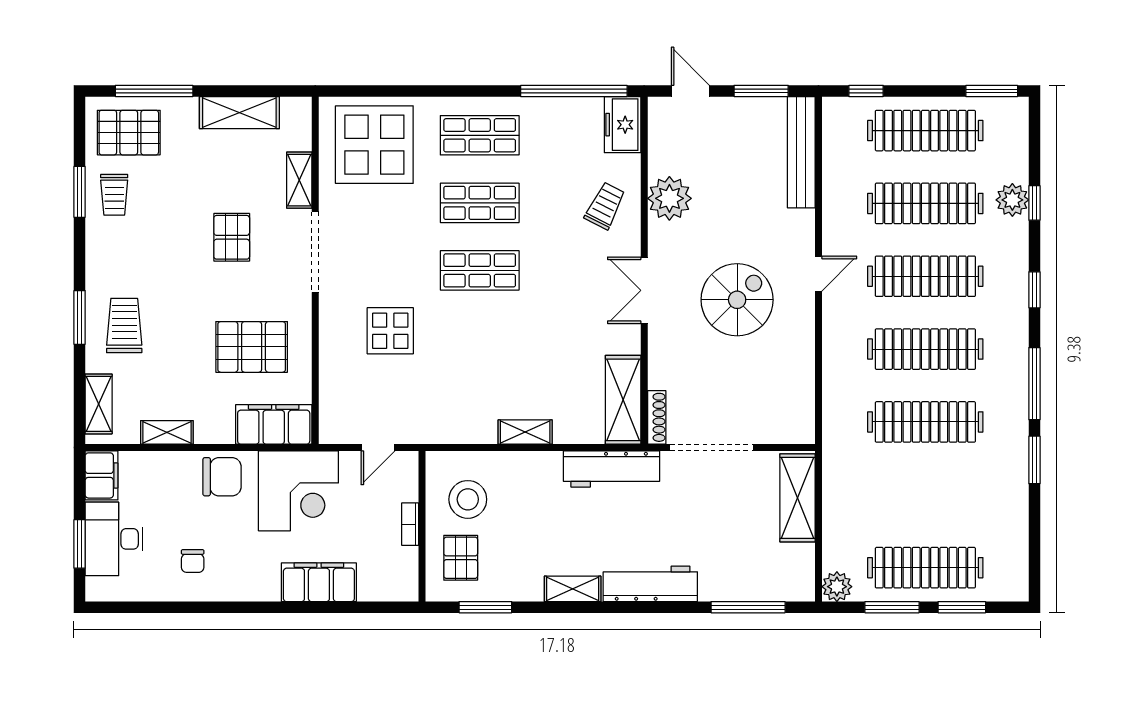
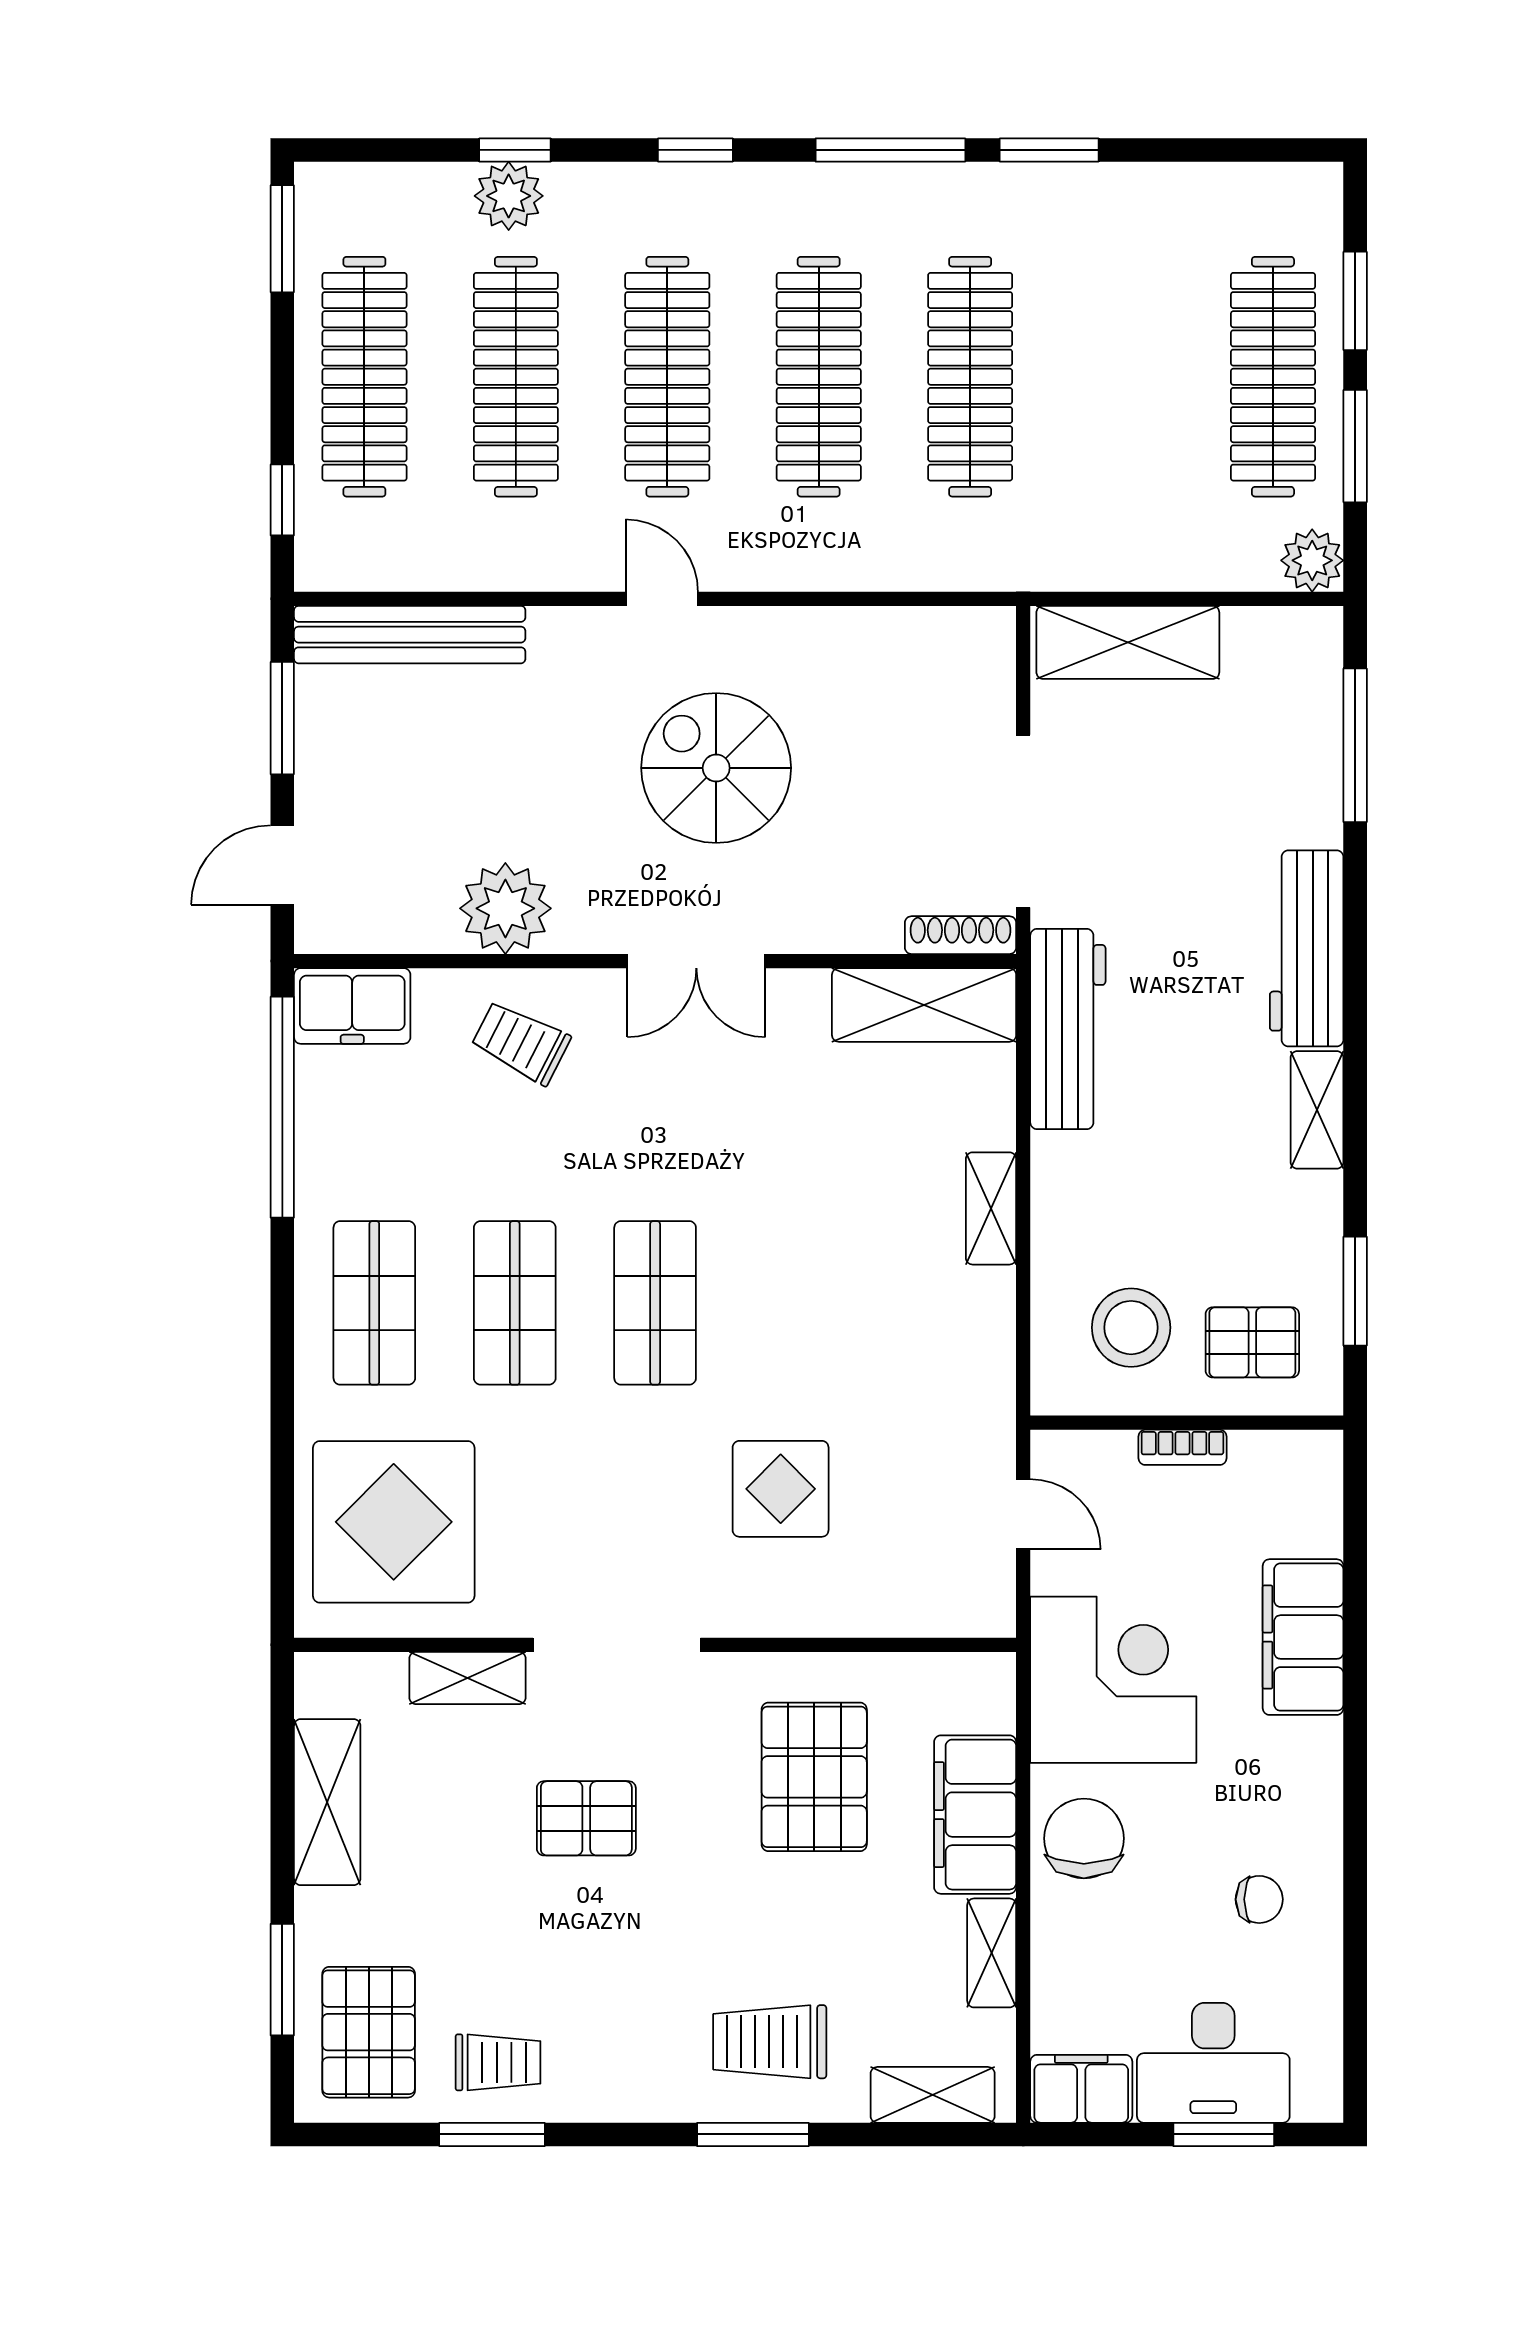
window: (154, 91) -> (282, 1980), width x0.69
filing cabinet: (274, 424) -> (975, 1815), moved

